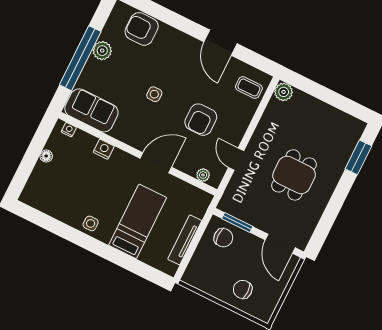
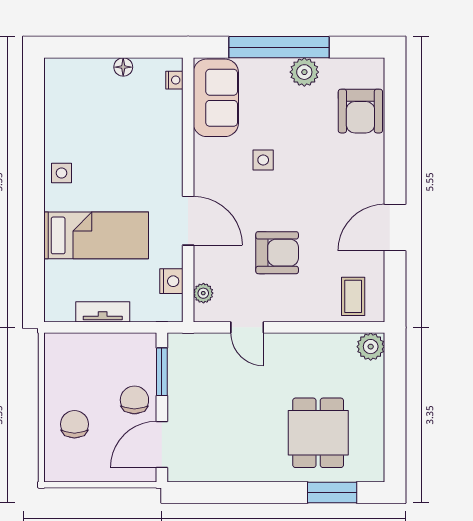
armchair: (142, 29) -> (360, 111), turned 180
side table: (154, 94) -> (263, 160), moved
armchair: (201, 120) -> (277, 253), turned 180
nightstand: (104, 149) -> (171, 281), moved
door: (236, 159) -> (247, 327), swing flipped
dining table: (294, 175) -> (318, 433), moved, turned 90
chair: (223, 238) -> (134, 400), moved, turned 180
tv unit: (185, 240) -> (103, 312), width x0.71

